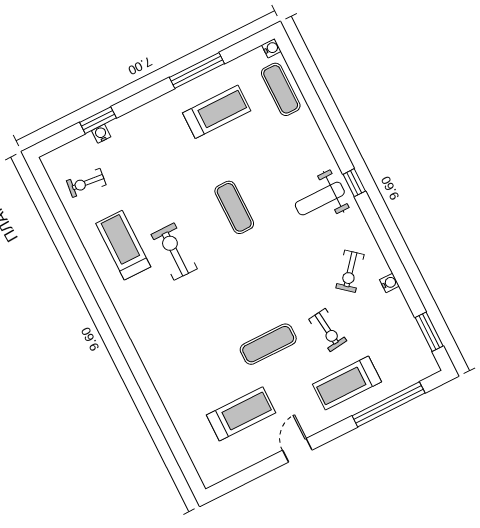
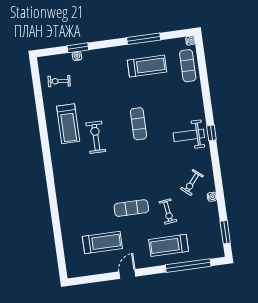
treadmill: (123, 245) -> (68, 124), turned 180

